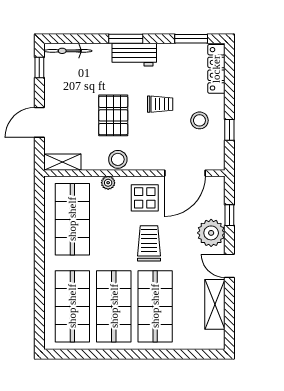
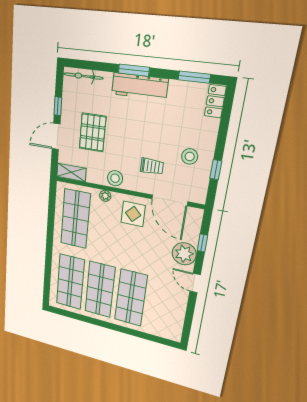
workbench: (134, 55) -> (140, 87), width x1.38
window: (39, 68) -> (58, 106), moved
locker: (216, 69) -> (215, 101), width x0.66
trolley: (160, 104) -> (152, 166), moved
pallet: (113, 115) -> (93, 132), moved
door: (185, 173) -> (170, 200), hinge flipped
trolley: (149, 243) -> (132, 250), removed
shelving: (215, 304) -> (178, 309), removed

